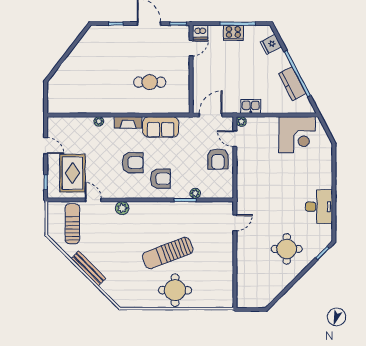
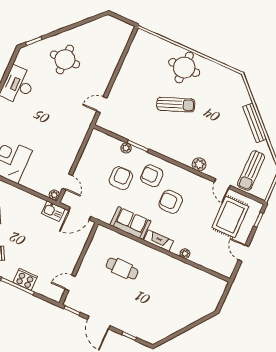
dishwasher: (200, 32) -> (55, 294), removed
kitchen sink: (251, 106) -> (53, 211), moved
armchair: (218, 159) -> (121, 178), moved
sun lounger: (168, 253) -> (176, 105), width x0.73, depth x0.75

